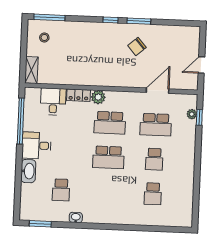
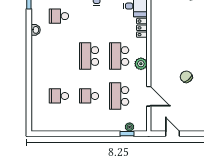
plant: (98, 97) -> (141, 64), moved

